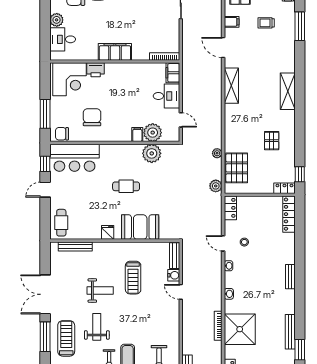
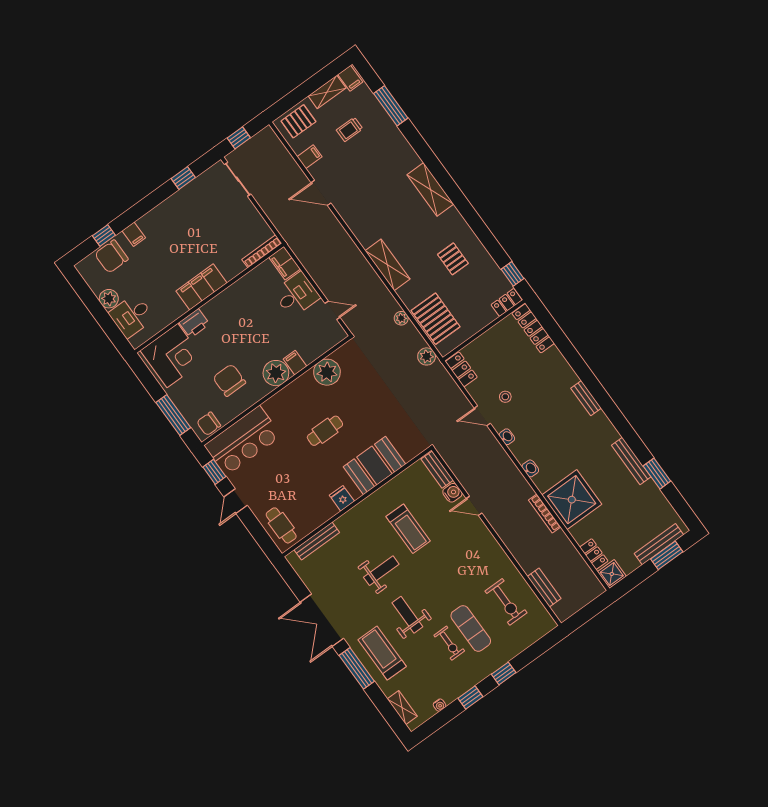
shelving: (231, 86) -> (387, 265), moved
plant: (153, 133) -> (276, 373), moved

